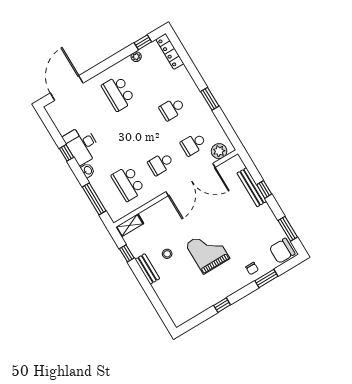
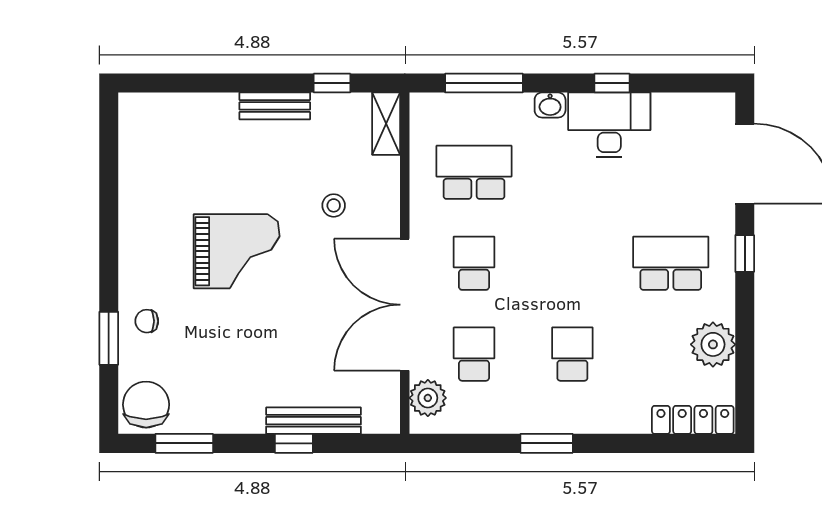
window: (143, 42) -> (745, 253), moved
plant: (136, 57) -> (713, 344), width x1.87, depth x1.87
stool: (167, 254) -> (334, 205), moved
window: (222, 305) -> (109, 215), removed

